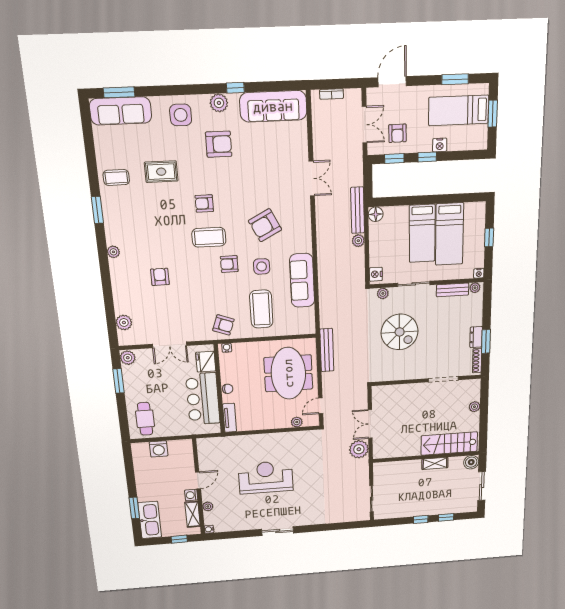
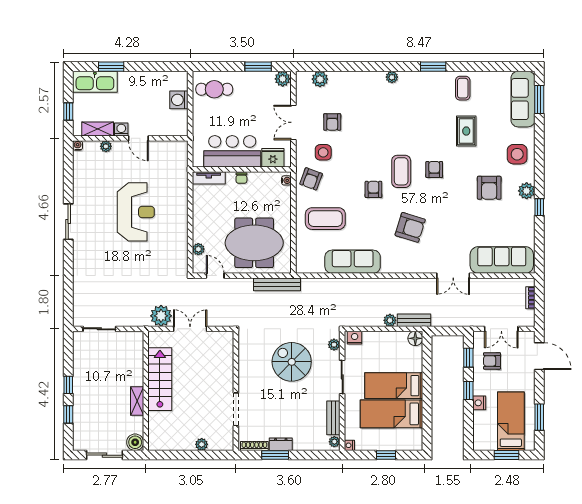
sofa: (273, 106) -> (502, 260), moved, turned 90
bench: (358, 210) -> (414, 320), width x0.73
armchair: (265, 225) -> (410, 227), turned 134
side table: (262, 266) -> (323, 152), moved
armchair: (160, 277) -> (332, 122), moved, turned 90
spiral stairs: (400, 332) -> (292, 362), turned 90
stairs: (449, 444) -> (160, 379), moved

